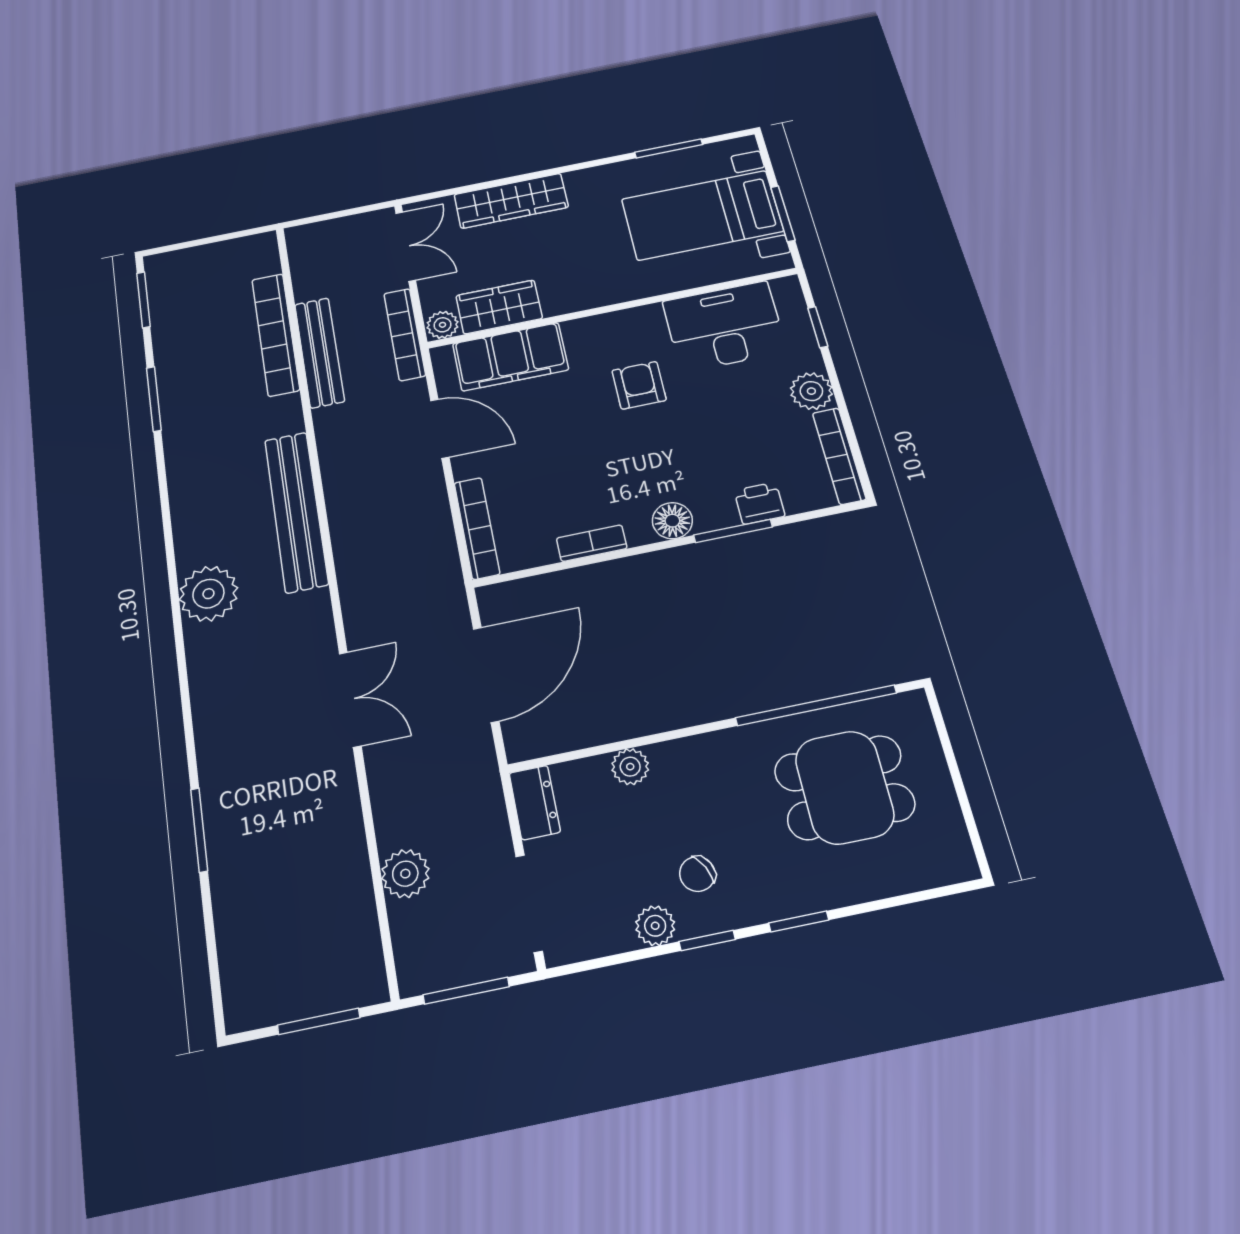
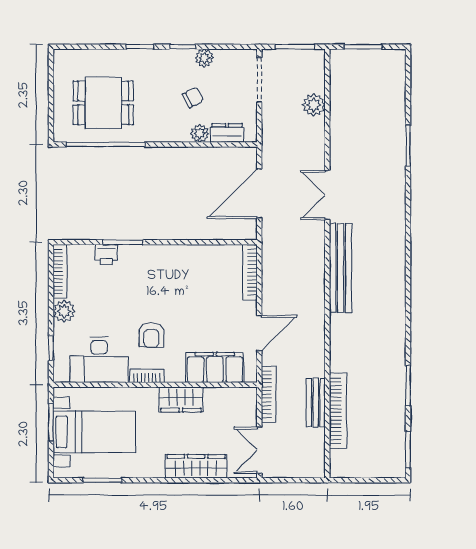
wardrobe: (499, 307) -> (181, 399), moved
plant: (443, 325) -> (247, 395), removed
bench: (319, 352) -> (316, 403), width x0.73
door: (440, 429) -> (259, 333), swing flipped
bench: (296, 511) -> (341, 268), moved
floor lamp: (672, 521) -> (152, 255), removed
bookcase: (592, 543) -> (147, 376), moved, turned 180
plant: (208, 594) -> (391, 266), removed
dresser: (535, 802) -> (227, 133), moved, turned 90
chair: (697, 874) -> (193, 98), moved

